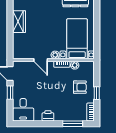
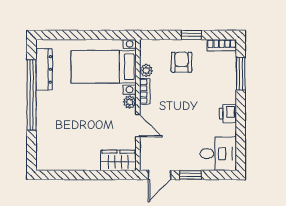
wardrobe: (19, 22) -> (118, 160), moved
door: (41, 60) -> (138, 126), hinge flipped

